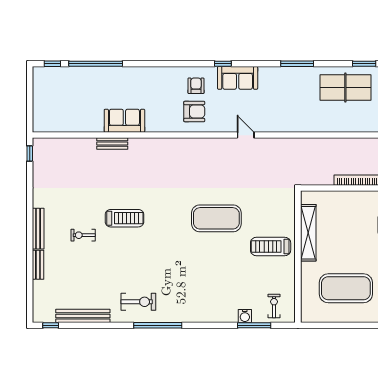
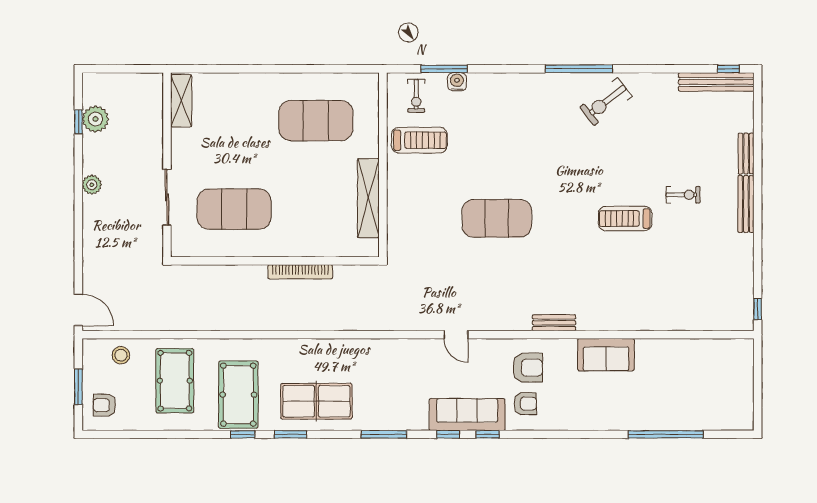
window: (52, 64) -> (448, 434), moved
sofa: (238, 78) -> (467, 415), width x1.36
armchair: (196, 86) -> (525, 404), turned -90
armchair: (194, 111) -> (528, 368), turned 180
sofa: (124, 121) -> (606, 355), moved
bench: (112, 144) -> (554, 323), moved
treadmill: (271, 247) -> (419, 140), moved
exercise bike: (138, 302) -> (606, 102), turned -38
bench: (83, 316) -> (716, 82), moved

